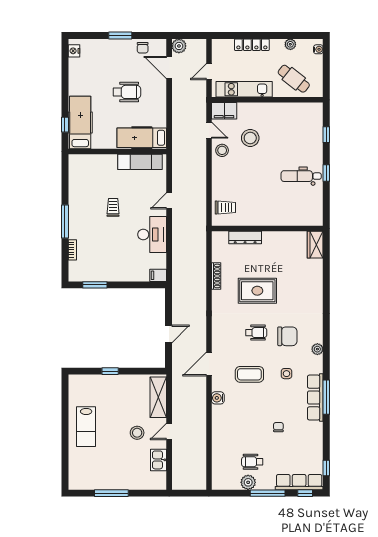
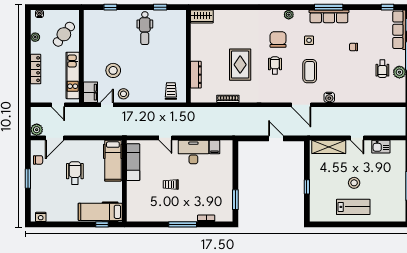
window: (326, 173) -> (160, 7), moved
filing cabinet: (158, 275) -> (215, 147), moved
stool: (137, 433) -> (354, 183), moved

